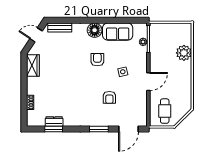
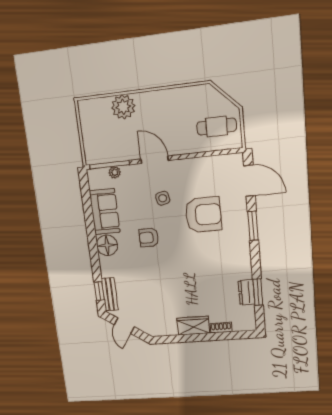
window: (63, 20) -> (99, 291), added
wardrobe: (33, 65) -> (193, 326), moved
door: (148, 82) -> (155, 160), moved
armchair: (109, 97) -> (203, 215), width x1.88, depth x1.88

